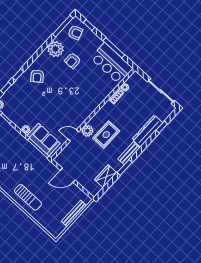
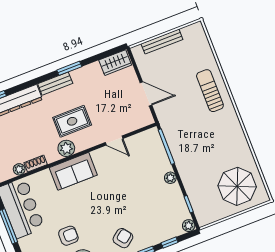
plant: (87, 131) -> (66, 148), moved
sofa: (44, 140) -> (73, 171), moved, turned -90
wardrobe: (106, 176) -> (115, 63), moved

